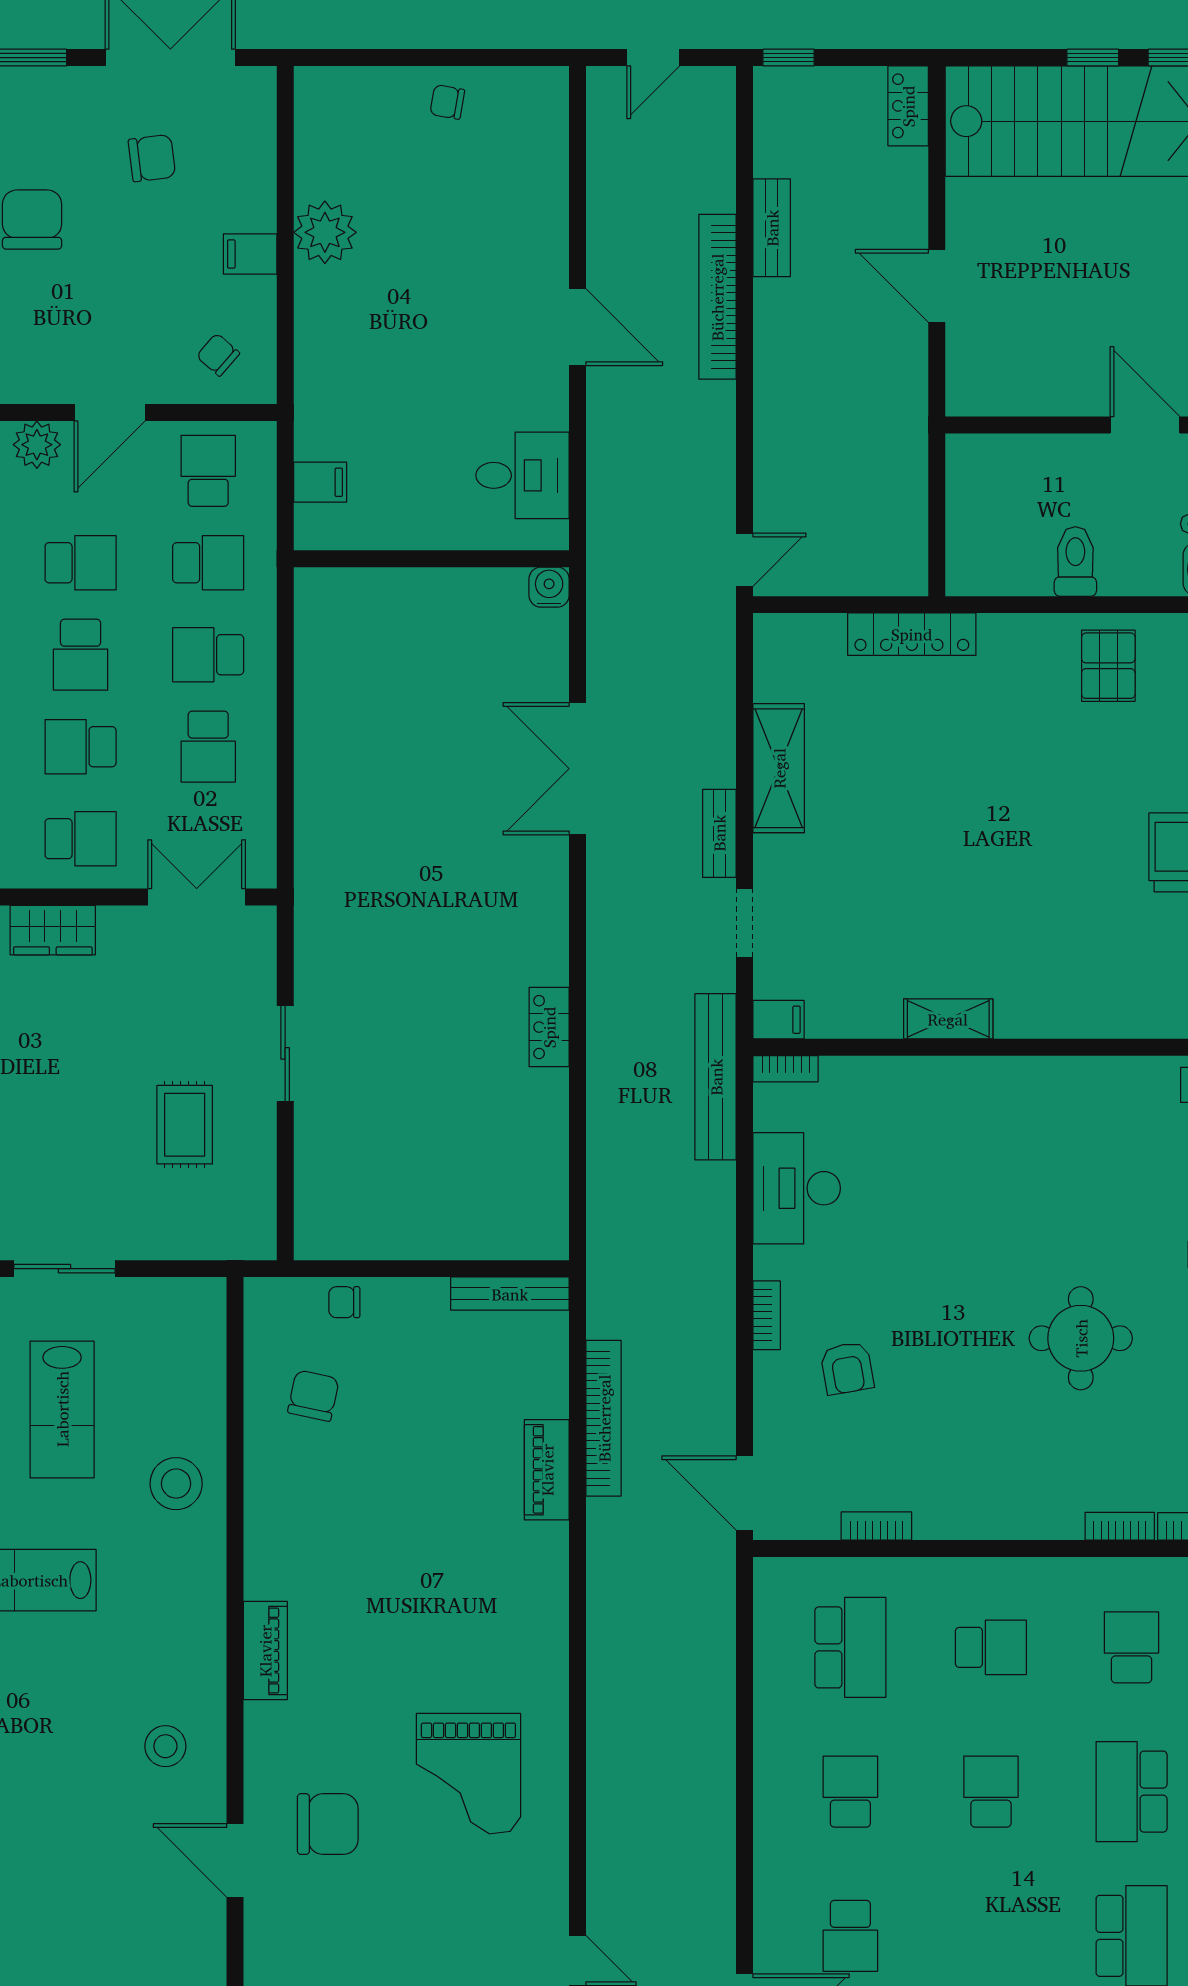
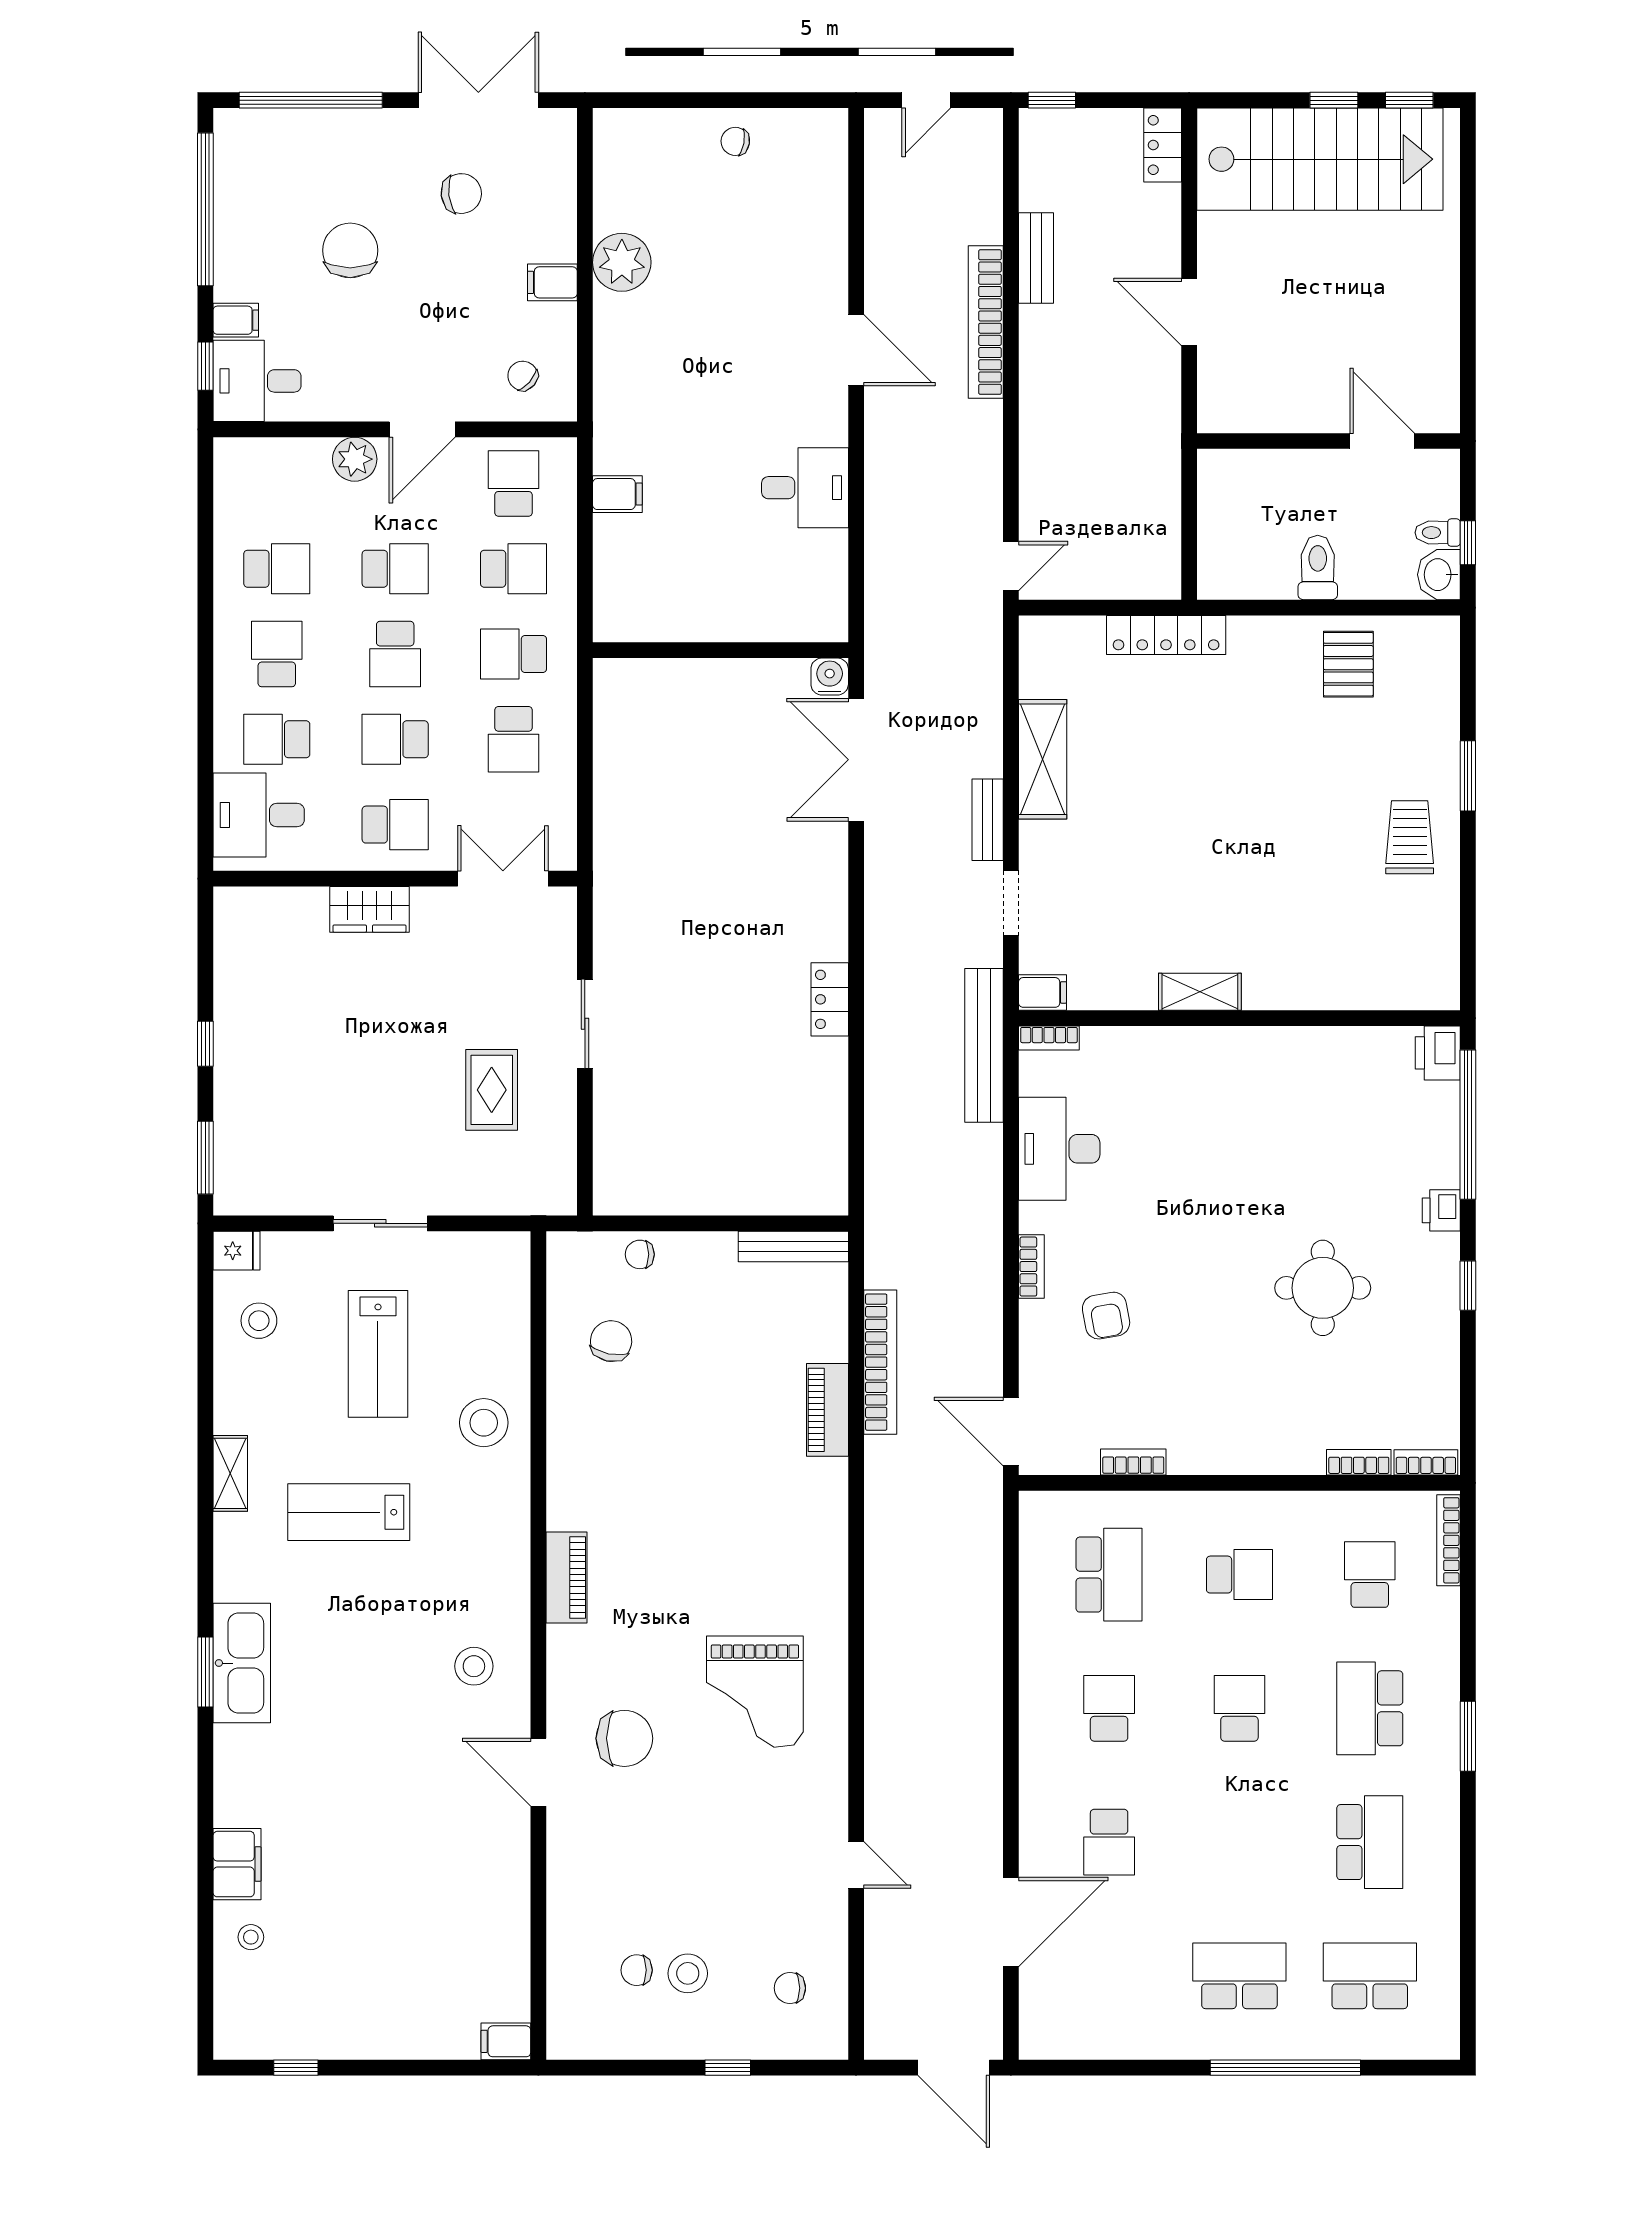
wall: (431, 559) -> (720, 650), moved
water cooler: (549, 587) -> (830, 677), moved

